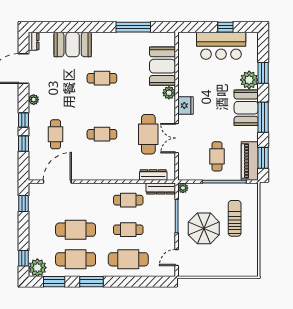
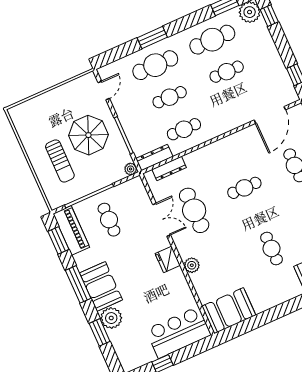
window: (133, 27) -> (262, 319), removed
bar counter: (221, 46) -> (178, 332), moved
booth: (162, 66) -> (229, 311), moved, turned 90
cafe table: (102, 78) -> (271, 248), turned 90
cafe table: (76, 230) -> (227, 72), width x0.73, depth x0.74
window: (91, 282) -> (152, 38), moved

